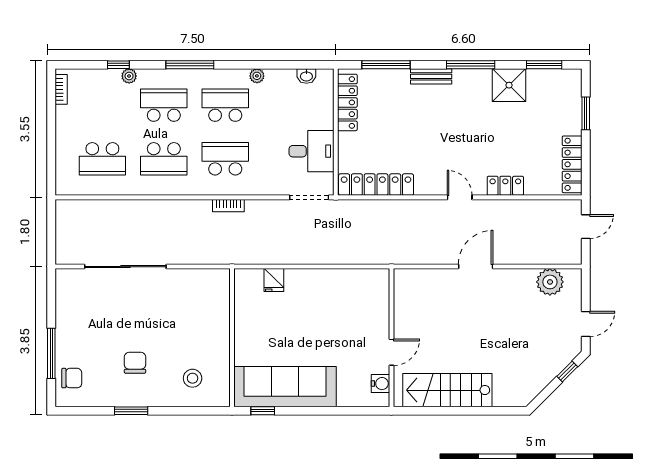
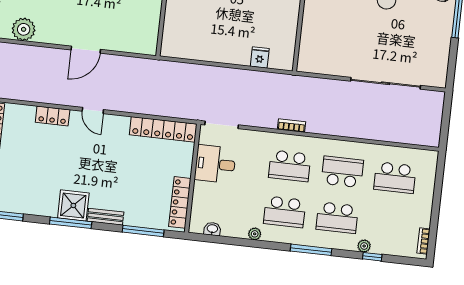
shower: (509, 85) -> (73, 205), moved
school desk: (102, 159) -> (395, 178), turned 180

